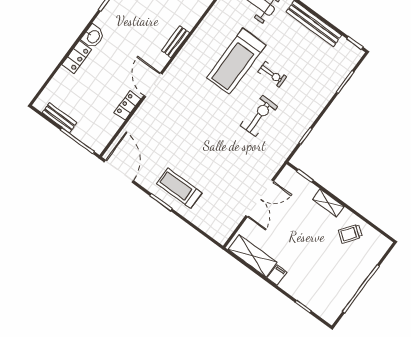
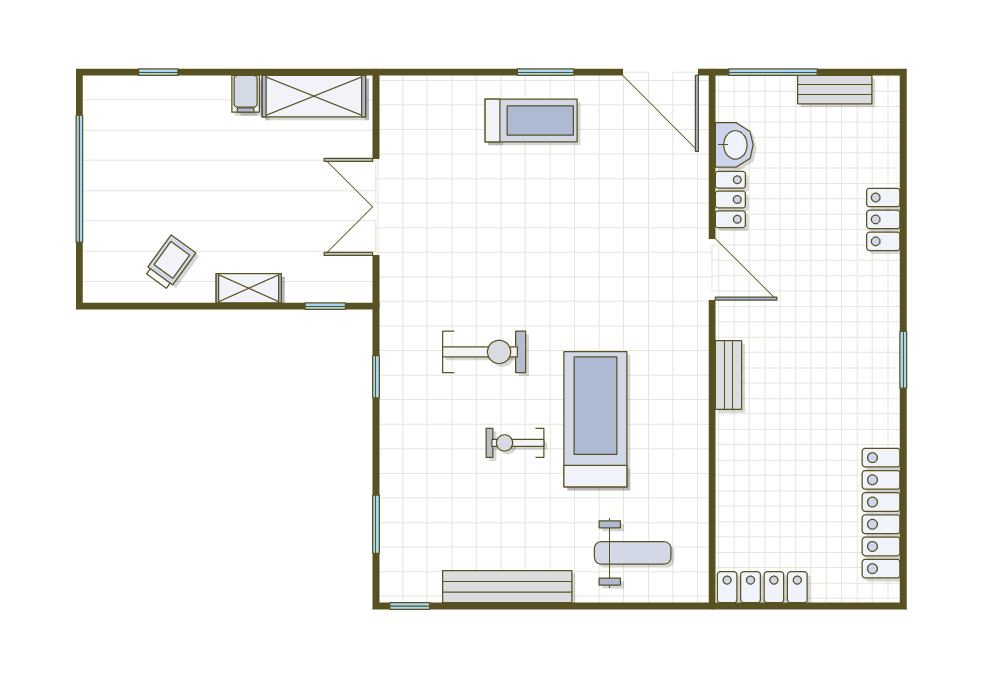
washbasin: (93, 36) -> (734, 145), moved, turned 180
exercise bike: (259, 116) -> (484, 352), turned -90

